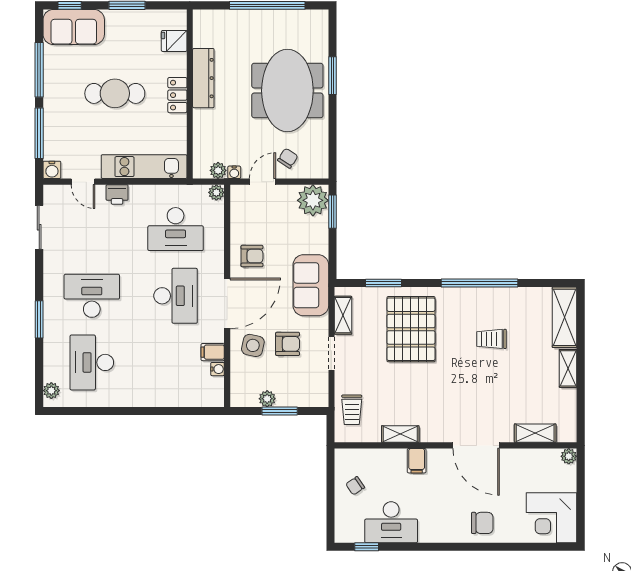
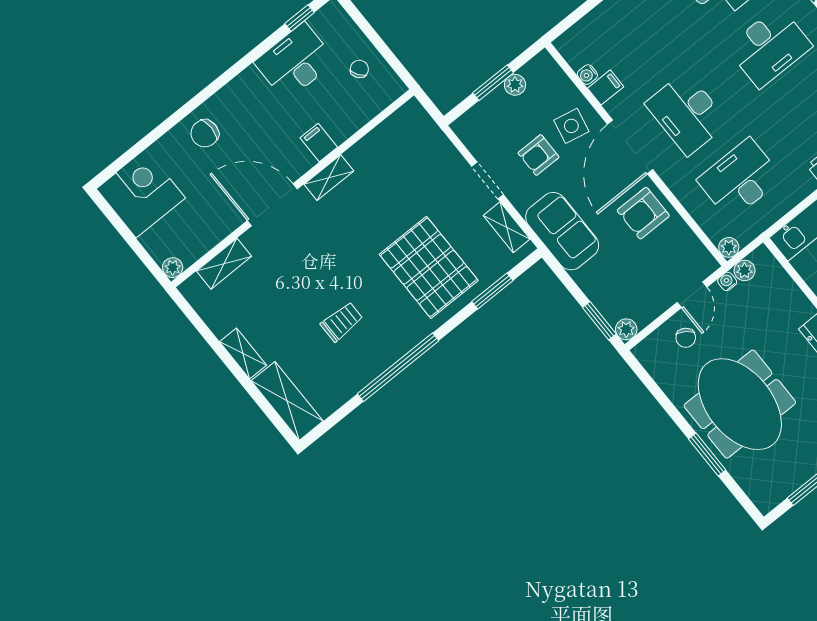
plant: (313, 200) -> (626, 329), width x0.53, depth x0.53
armchair: (252, 256) -> (643, 213), width x1.38, depth x1.38
trolley: (352, 410) -> (423, 141), removed
shelving: (400, 434) -> (329, 178), moved

